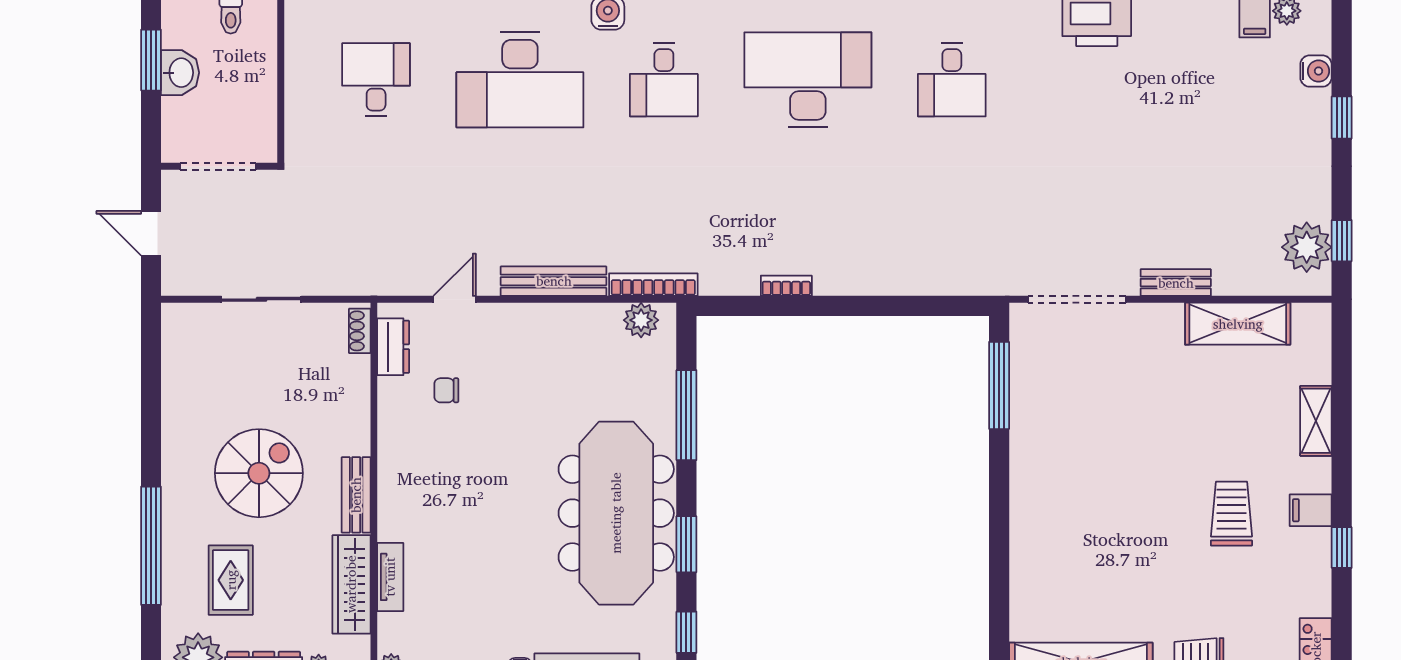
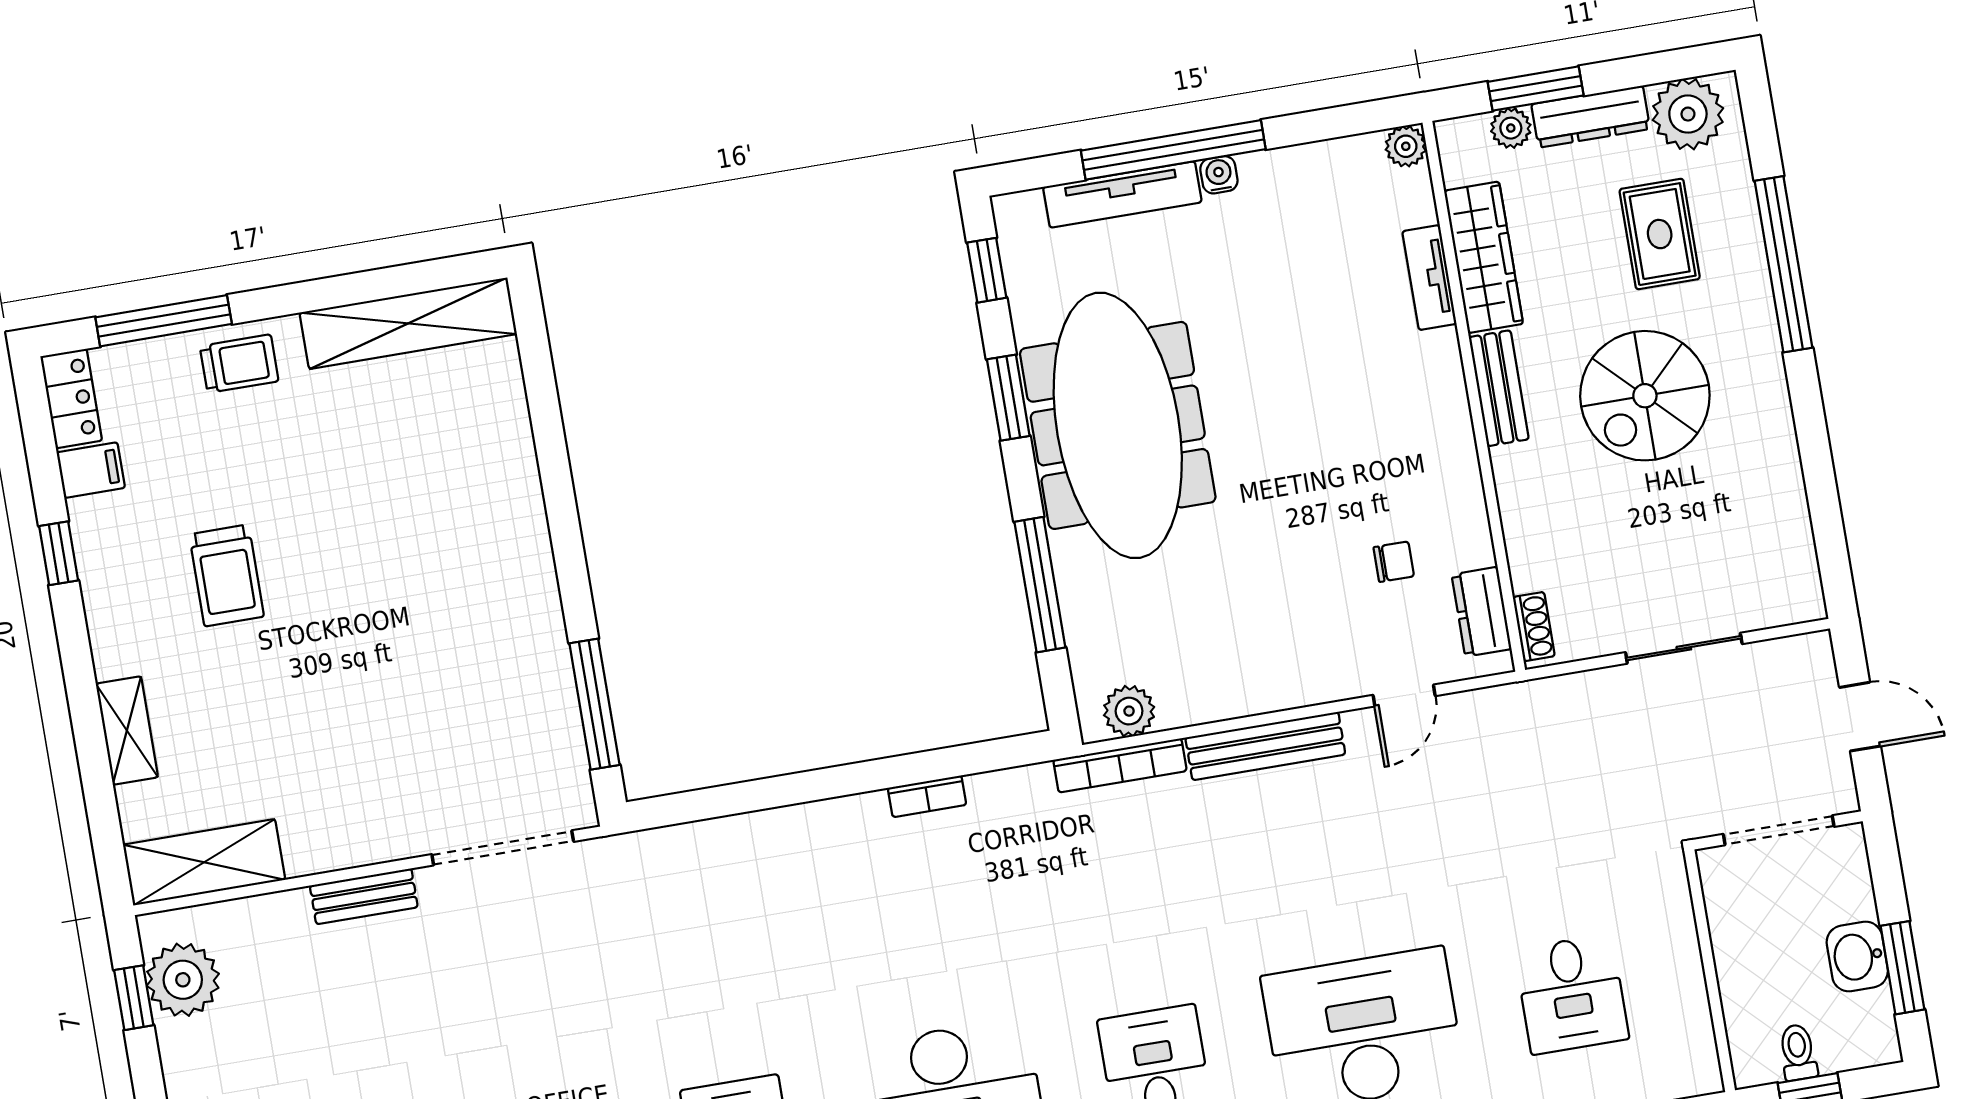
shelving: (1238, 324) -> (204, 862), moved
filing cabinet: (1311, 510) -> (91, 470), moved

